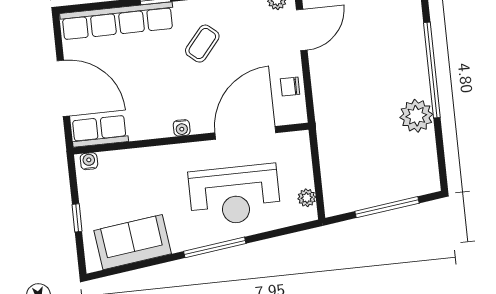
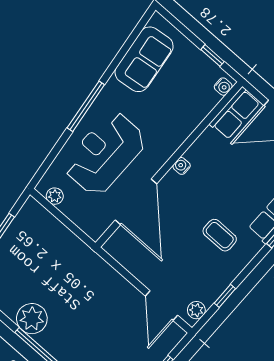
coffee table: (202, 44) -> (220, 235), turned -40
chair: (290, 87) -> (134, 260), removed
window: (77, 218) -> (213, 56), moved

